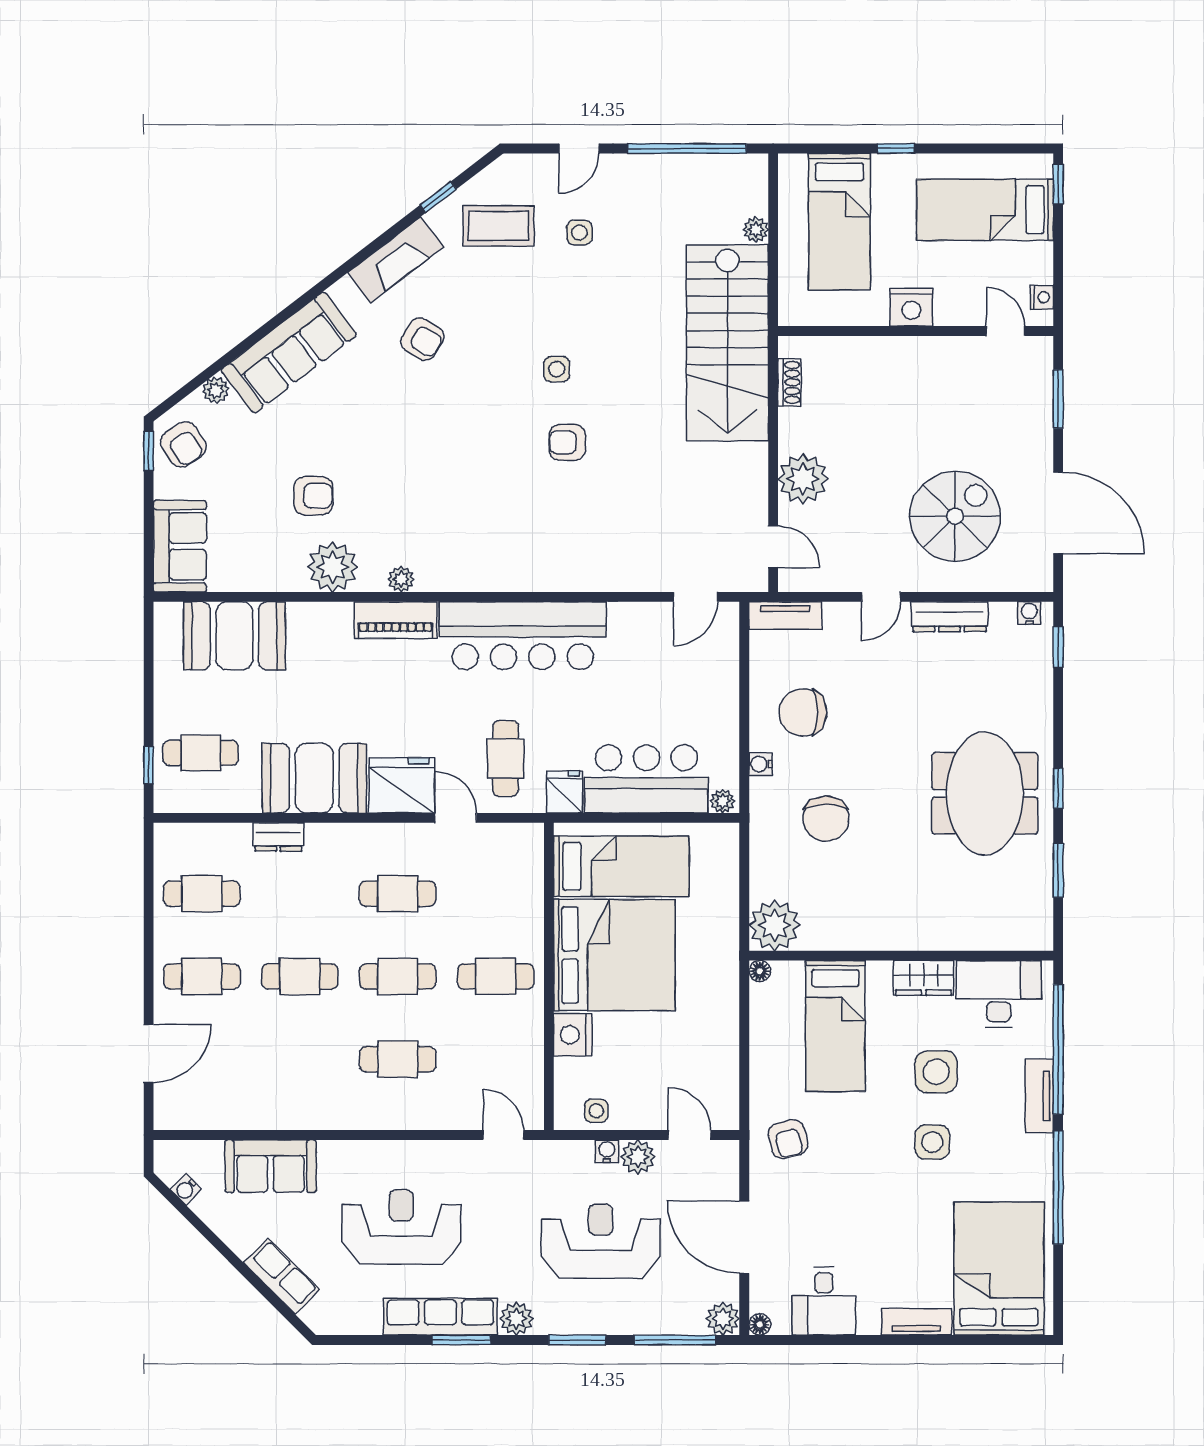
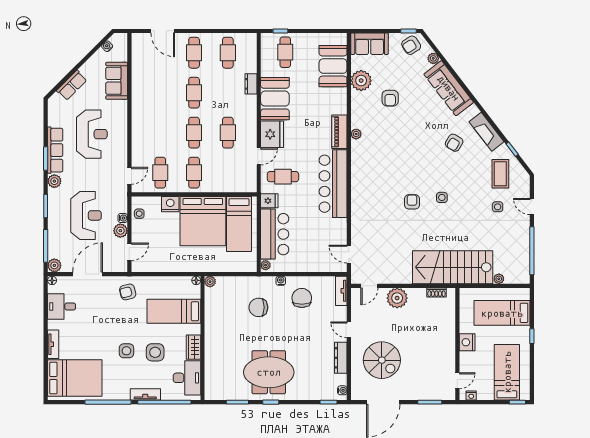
plant: (333, 567) -> (361, 81), moved
plant: (775, 925) -> (210, 282), width x0.53, depth x0.53
cafe table: (398, 1059) -> (160, 173), moved

